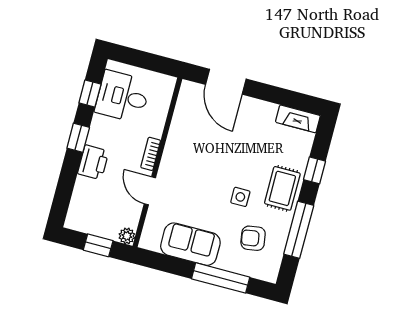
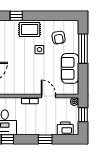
window: (78, 138) -> (45, 139), moved
printer: (93, 162) -> (65, 128), moved
door: (150, 191) -> (48, 96), swing flipped
window: (299, 230) -> (48, 16), removed

